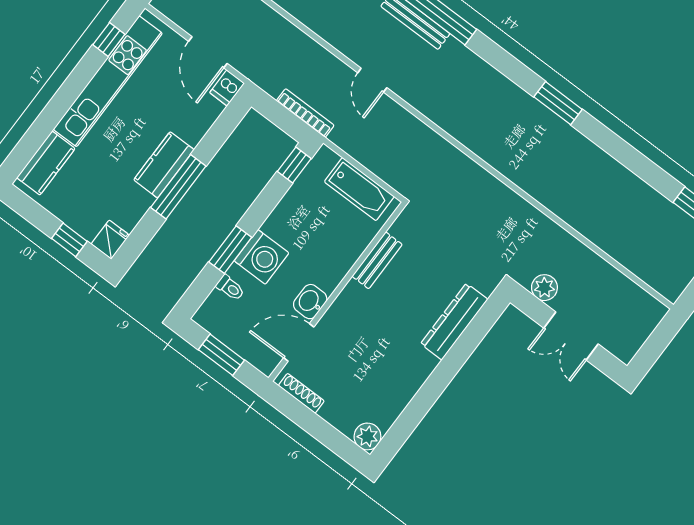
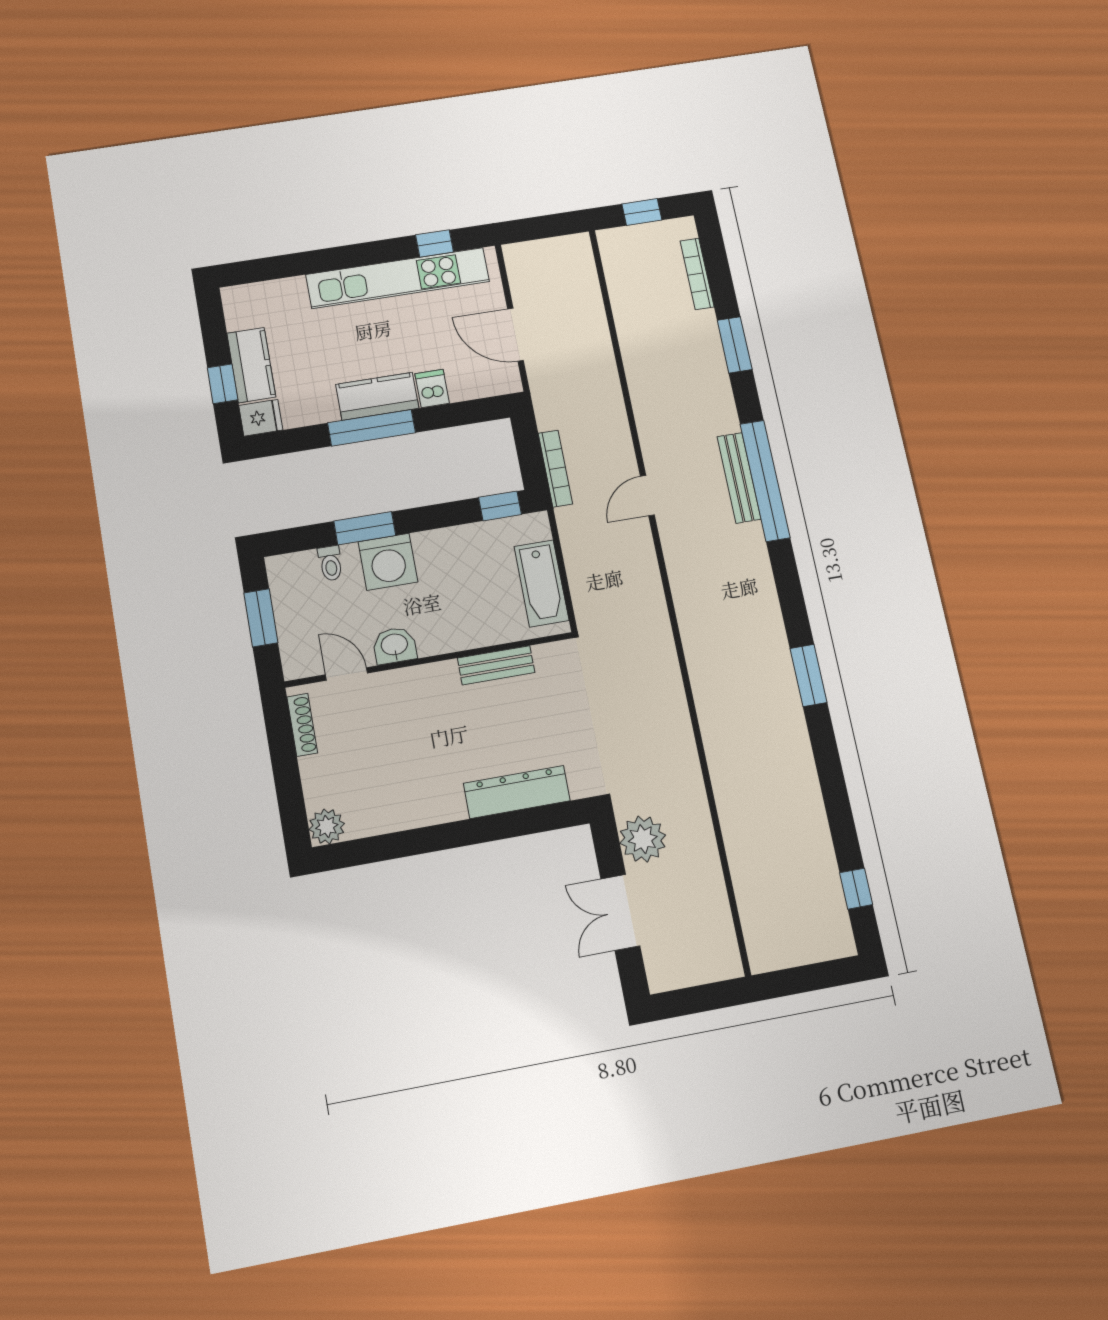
door: (208, 52) -> (515, 335), hinge flipped
dishwasher: (227, 88) -> (432, 389), moved, turned 90
kitchen counter: (46, 163) -> (251, 365), moved, turned -90
plant: (544, 288) -> (643, 839), width x1.36, depth x1.36
door: (299, 342) -> (346, 674), width x0.73

